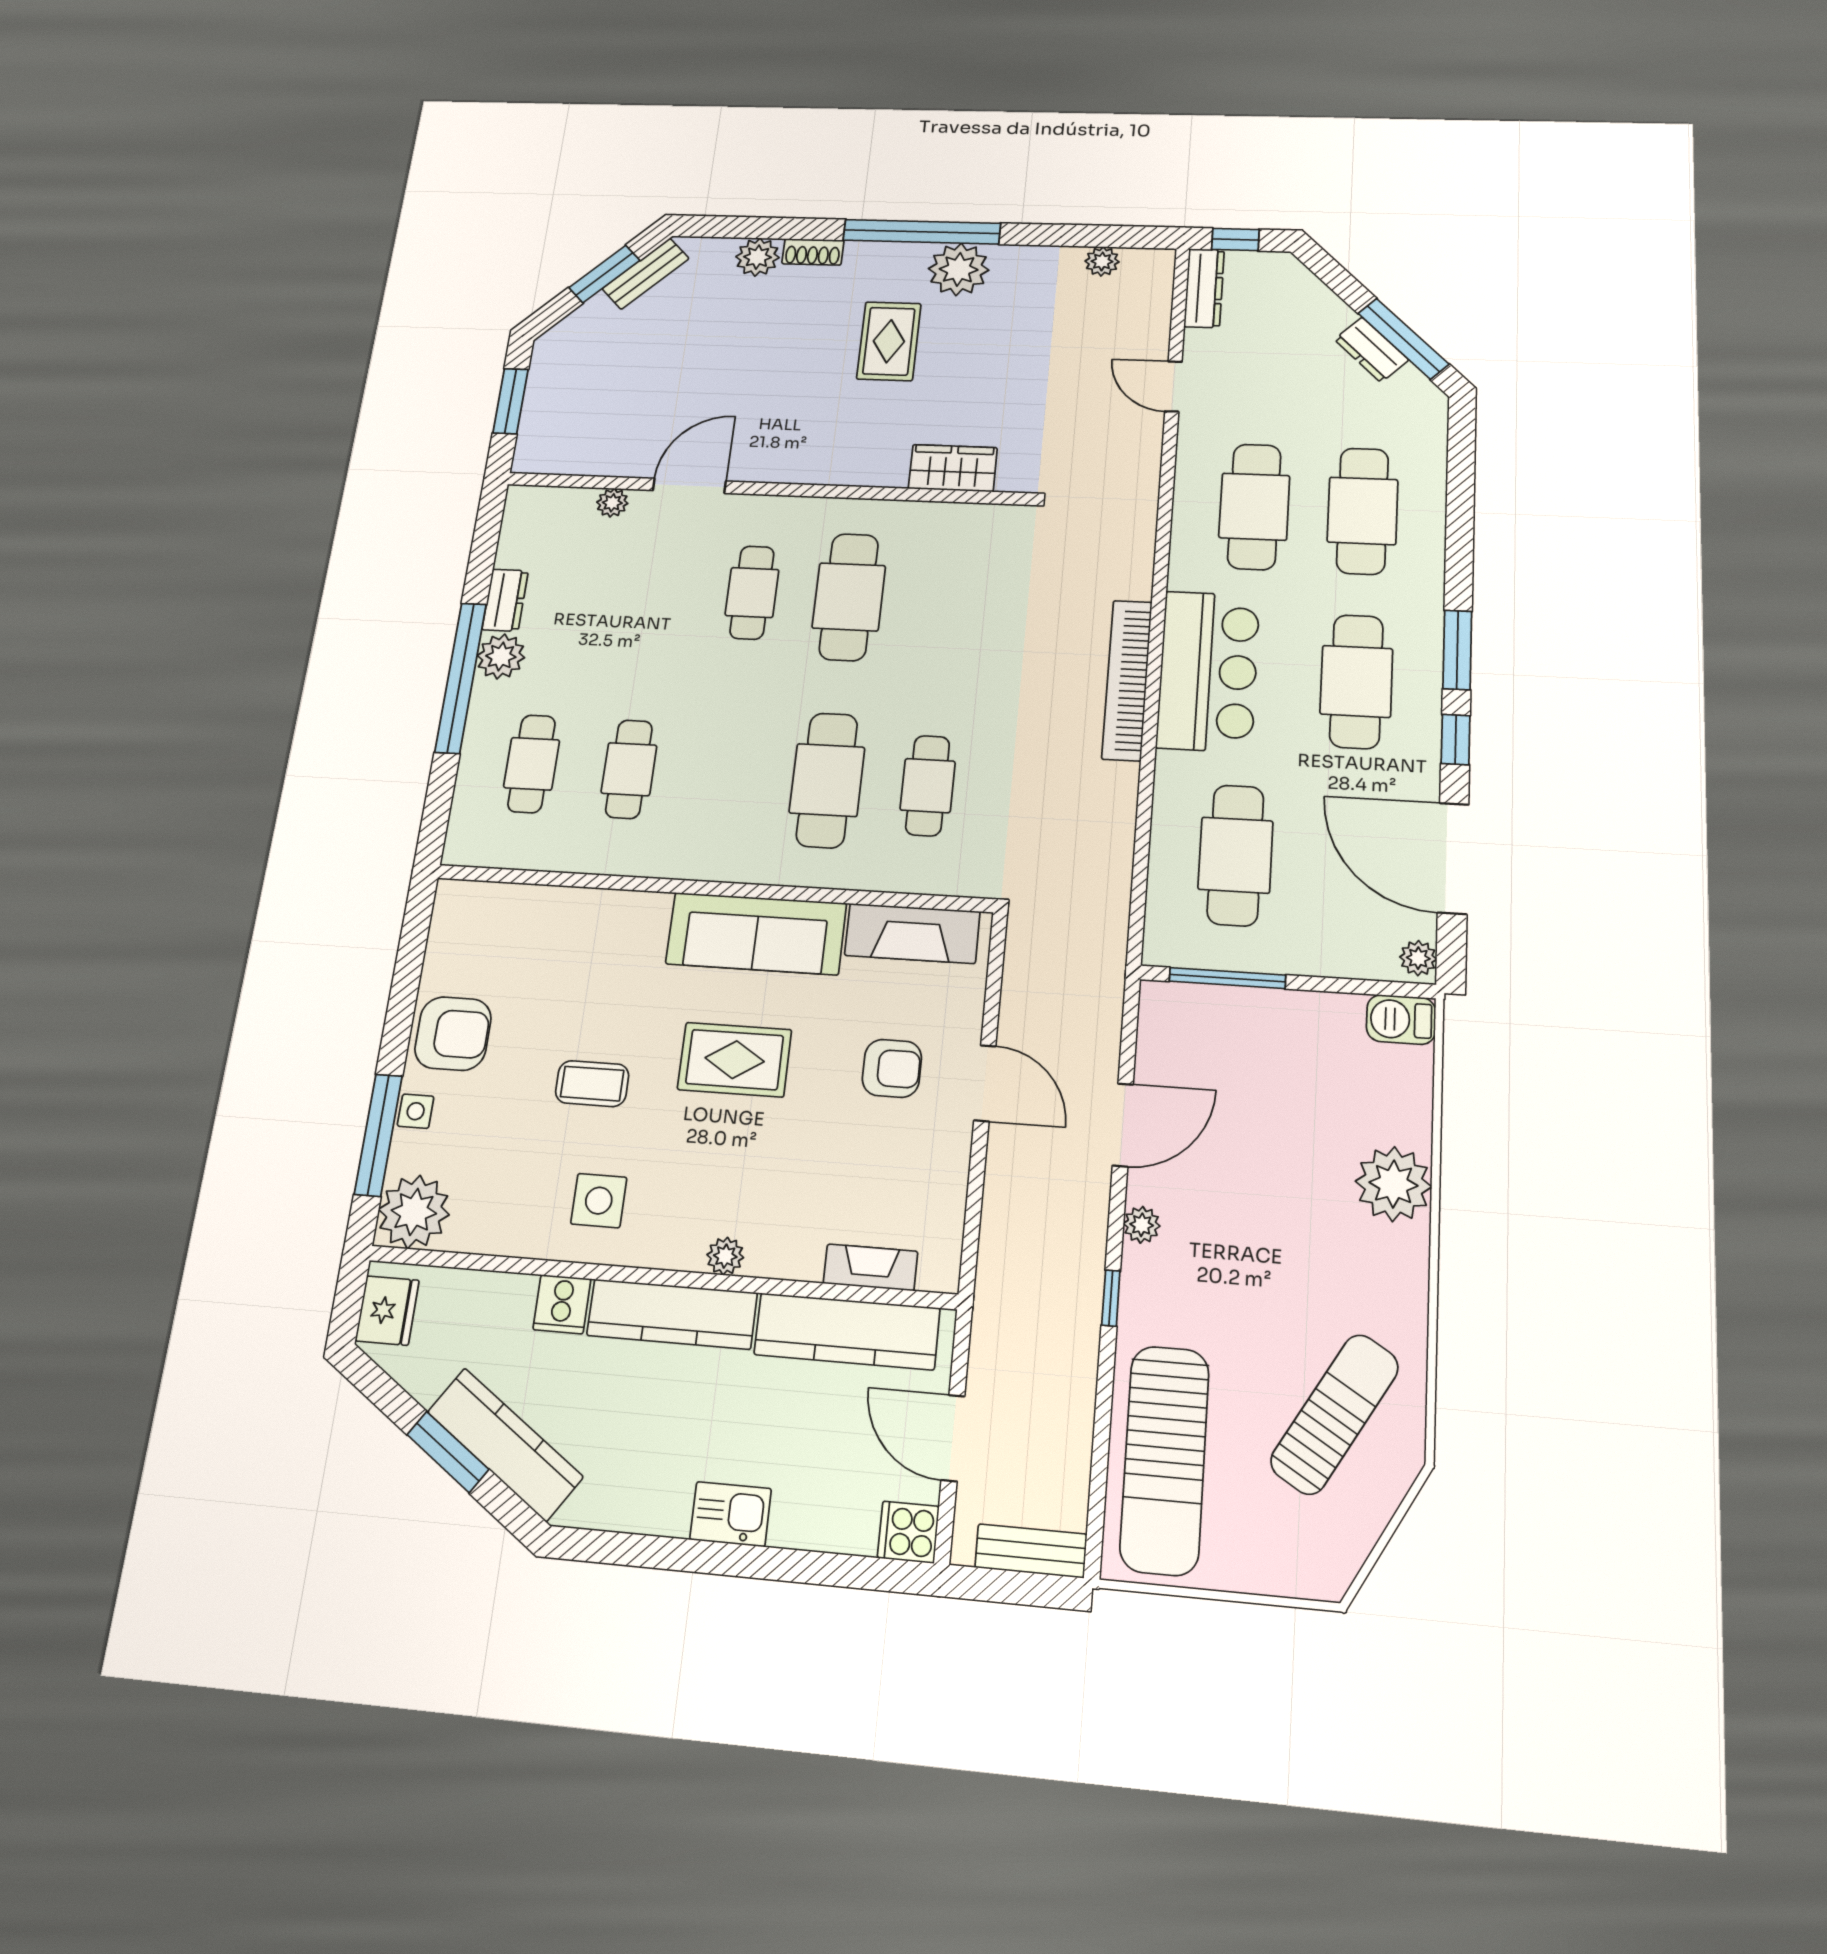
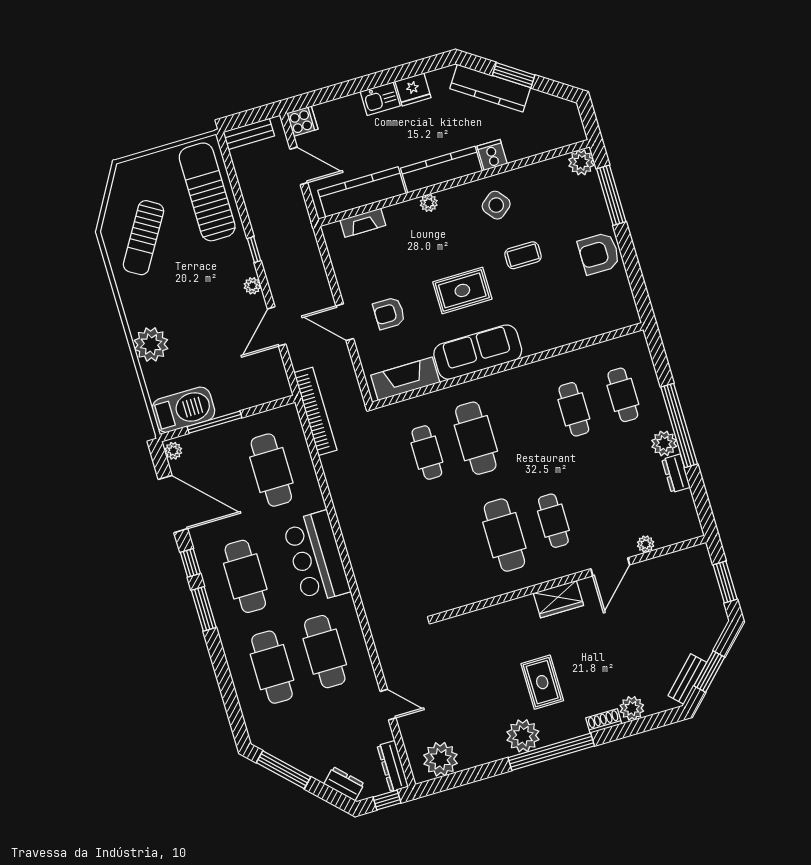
plant: (1102, 261) -> (440, 759), width x1.88, depth x1.88
dresser: (1371, 350) -> (344, 784), moved
wardrobe: (953, 468) -> (558, 599), moved
bookcase: (1127, 680) -> (315, 411), moved
window: (1227, 978) -> (215, 422), moved
barbecue: (1401, 1020) -> (183, 410), width x1.88, depth x1.53
side table: (416, 1111) -> (599, 212), removed
side table: (599, 1201) -> (496, 205), turned -38
plant: (414, 1212) -> (581, 162), width x0.73, depth x0.73
fridge: (387, 1310) -> (413, 90), moved, turned -90

